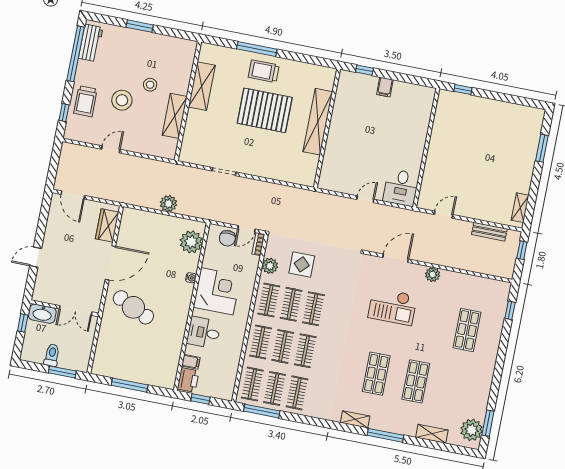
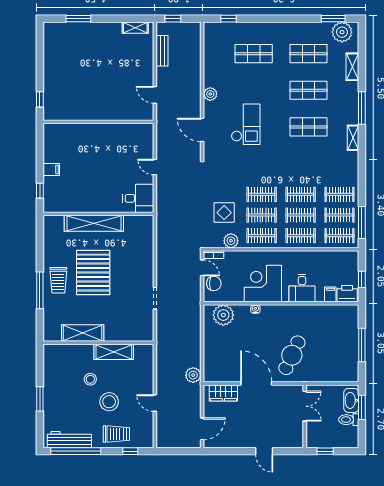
workbench: (91, 43) -> (69, 440), width x1.38
desk: (401, 188) -> (138, 198), moved
plant: (168, 204) -> (193, 375), moved
washbasin: (42, 314) -> (351, 400), moved, turned 180
shop shelf: (455, 389) -> (309, 54), added

